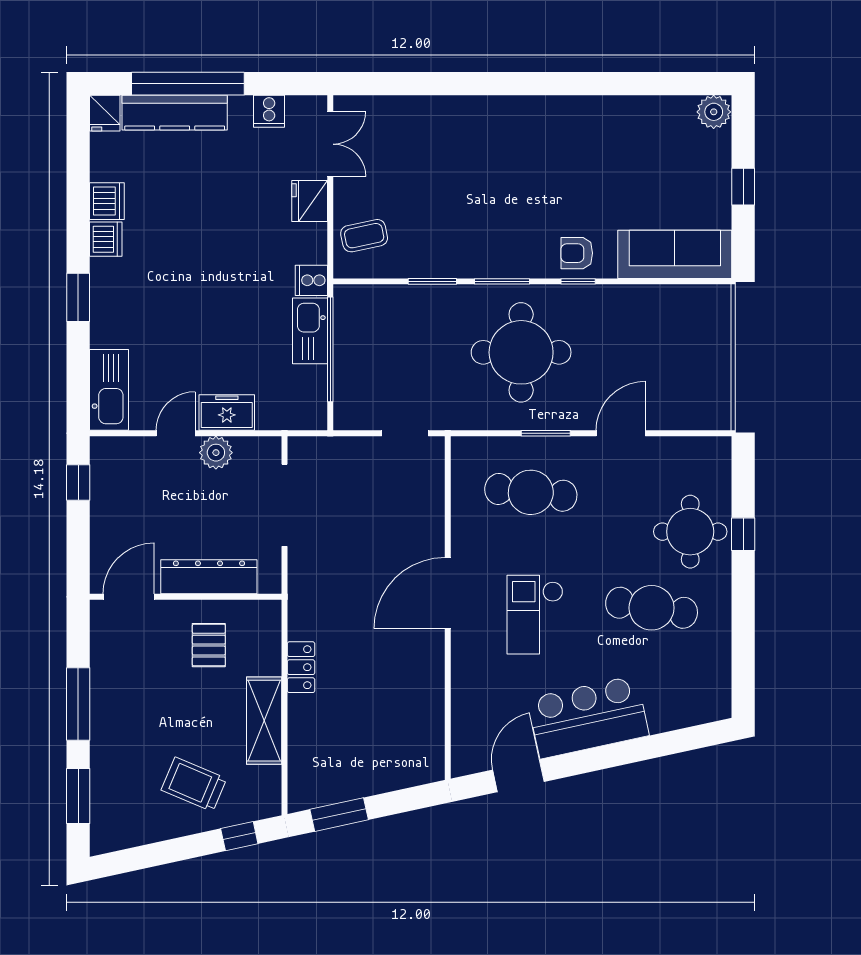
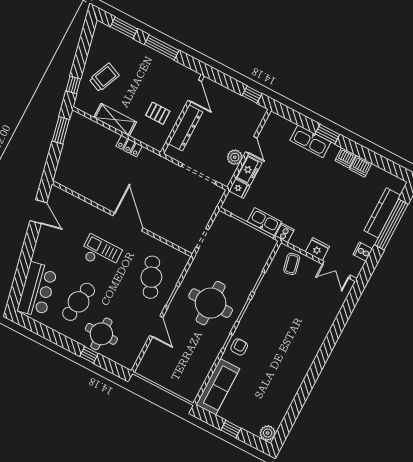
fridge: (105, 113) -> (239, 189), moved, turned 180
kitchen sink: (109, 390) -> (310, 141), moved
cafe table: (531, 492) -> (151, 277), turned -30
bar counter: (588, 717) -> (37, 290), moved

